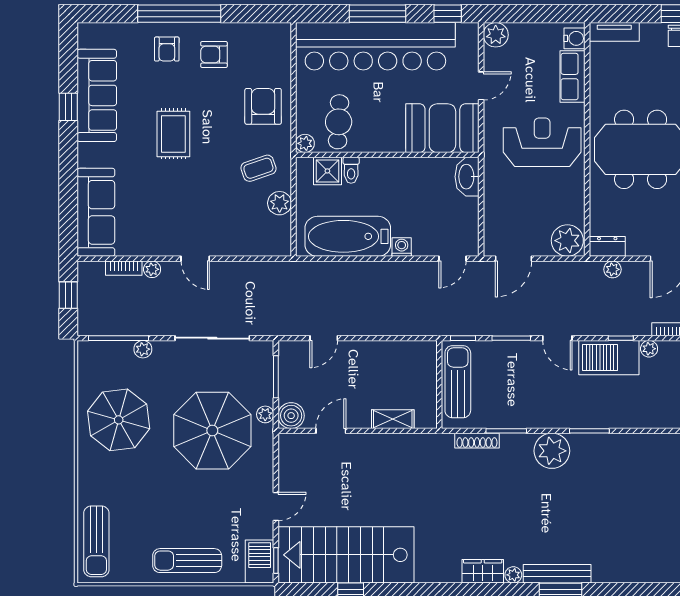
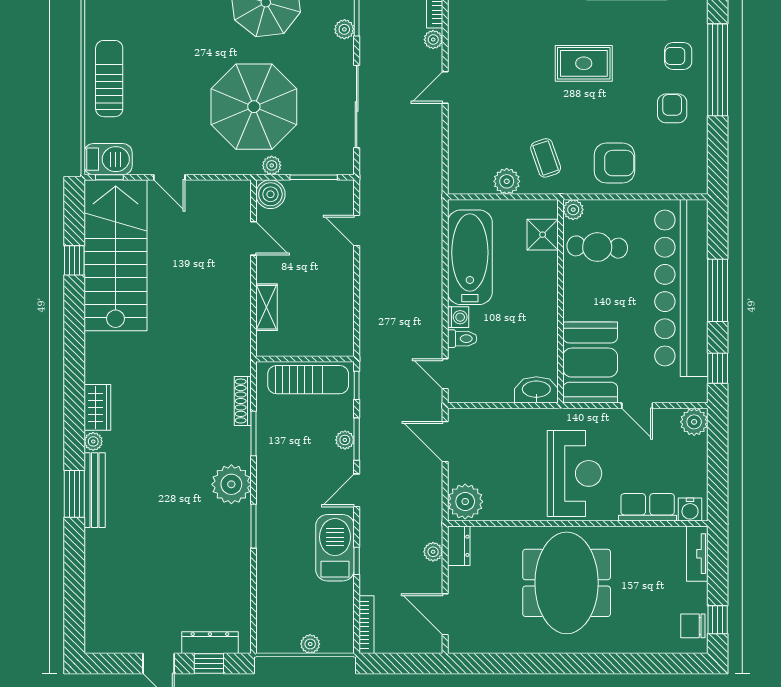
toilet: (351, 170) -> (462, 339), moved, turned 180
plant: (649, 349) -> (345, 440), moved

